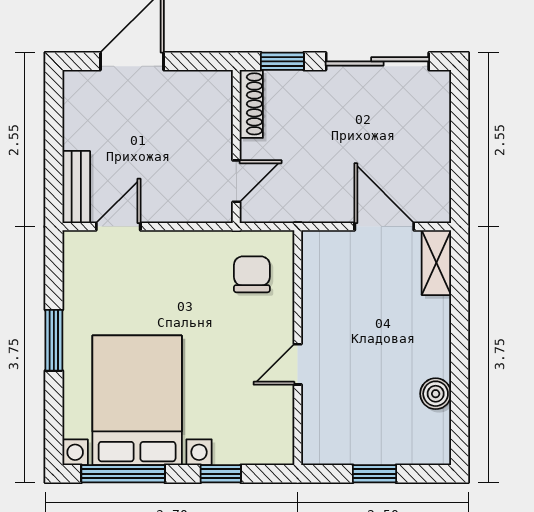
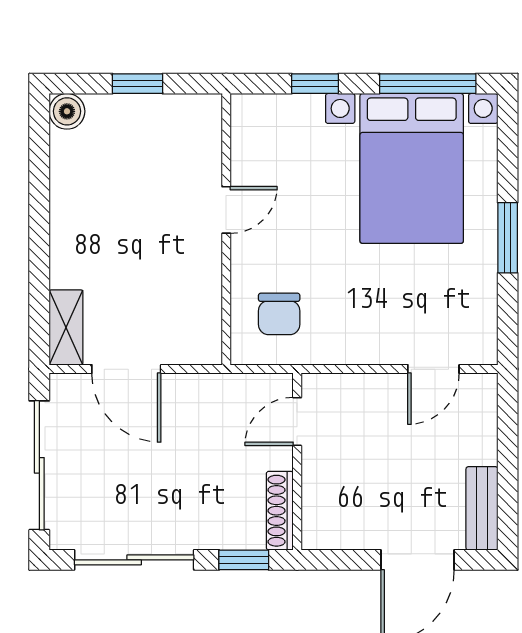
sliding door: (460, 143) -> (39, 465), added
bench: (76, 187) -> (482, 508), moved
boiler: (436, 394) -> (67, 111), moved

